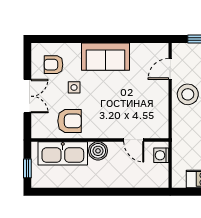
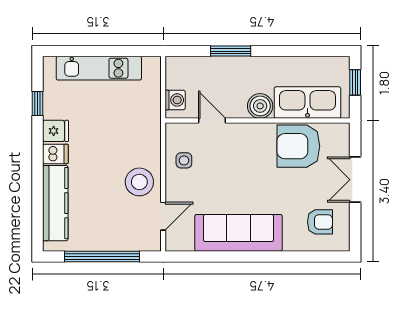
sofa: (105, 57) -> (238, 233), width x1.36
side table: (74, 87) -> (184, 160), moved
armchair: (70, 121) -> (298, 146), width x1.36, depth x1.36
window: (120, 192) -> (231, 51), added

